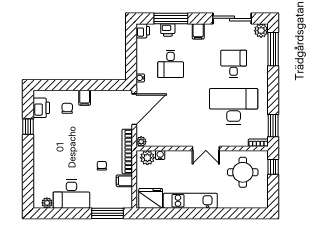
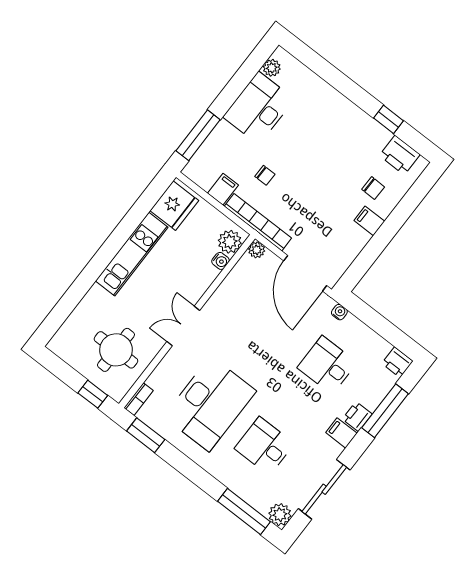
printer: (168, 30) -> (357, 417), moved
desk: (234, 64) -> (264, 446), turned 180

